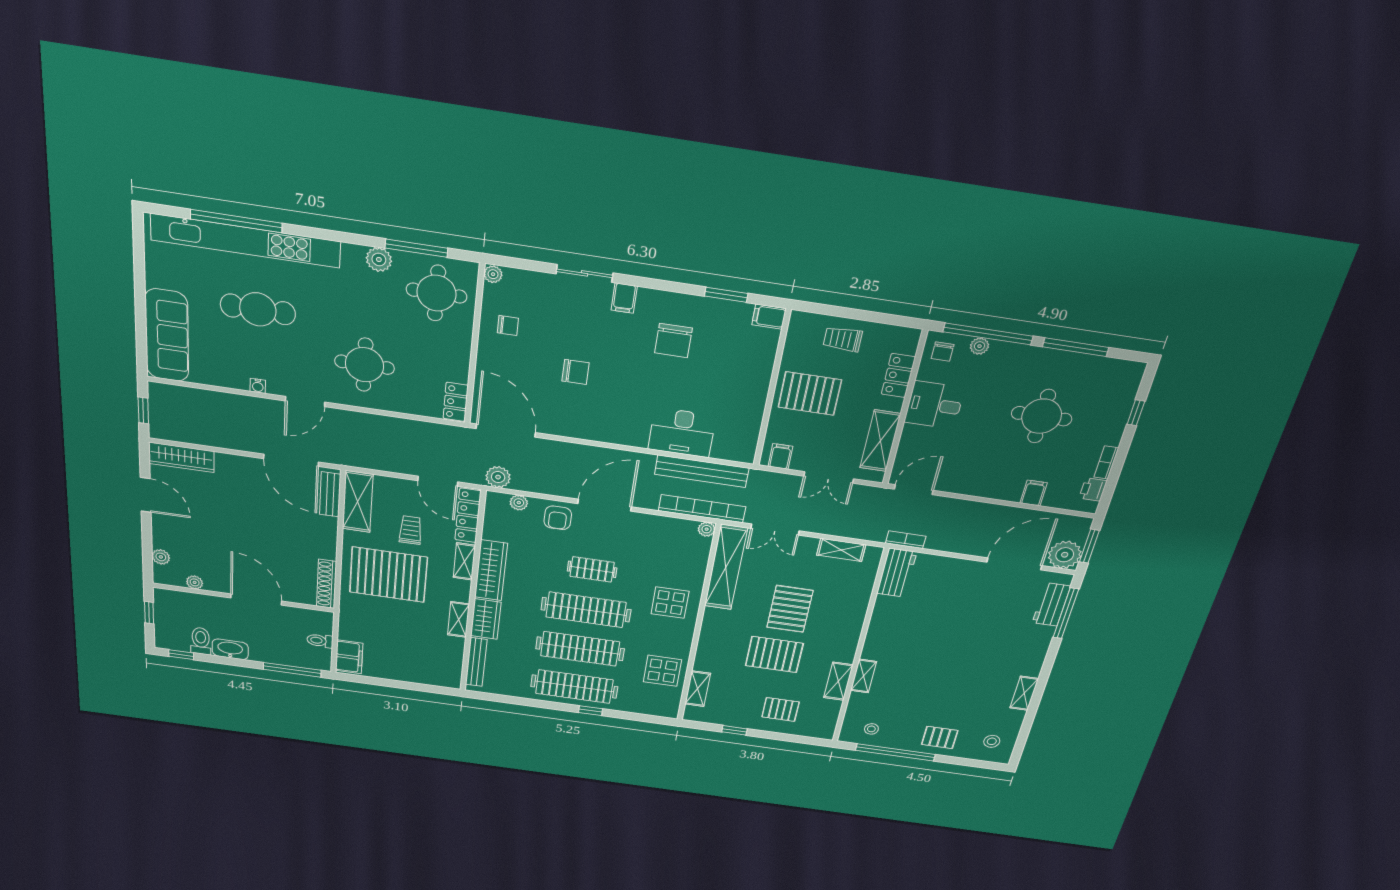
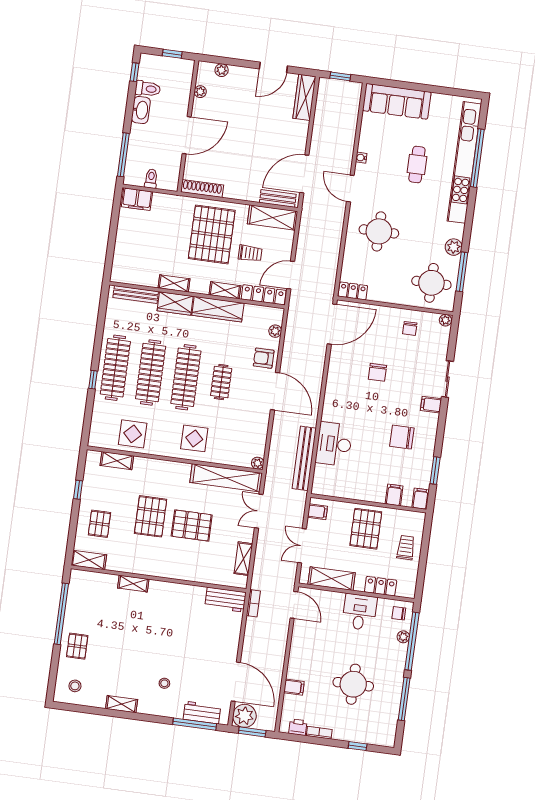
cafe table: (258, 309) -> (417, 164), width x0.73, depth x0.74
filing cabinet: (761, 354) -> (394, 495), added
plant: (498, 477) -> (295, 317), removed
bookcase: (702, 509) -> (274, 459), removed
shelving: (838, 681) -> (89, 560), moved
stool: (871, 729) -> (164, 683), moved

